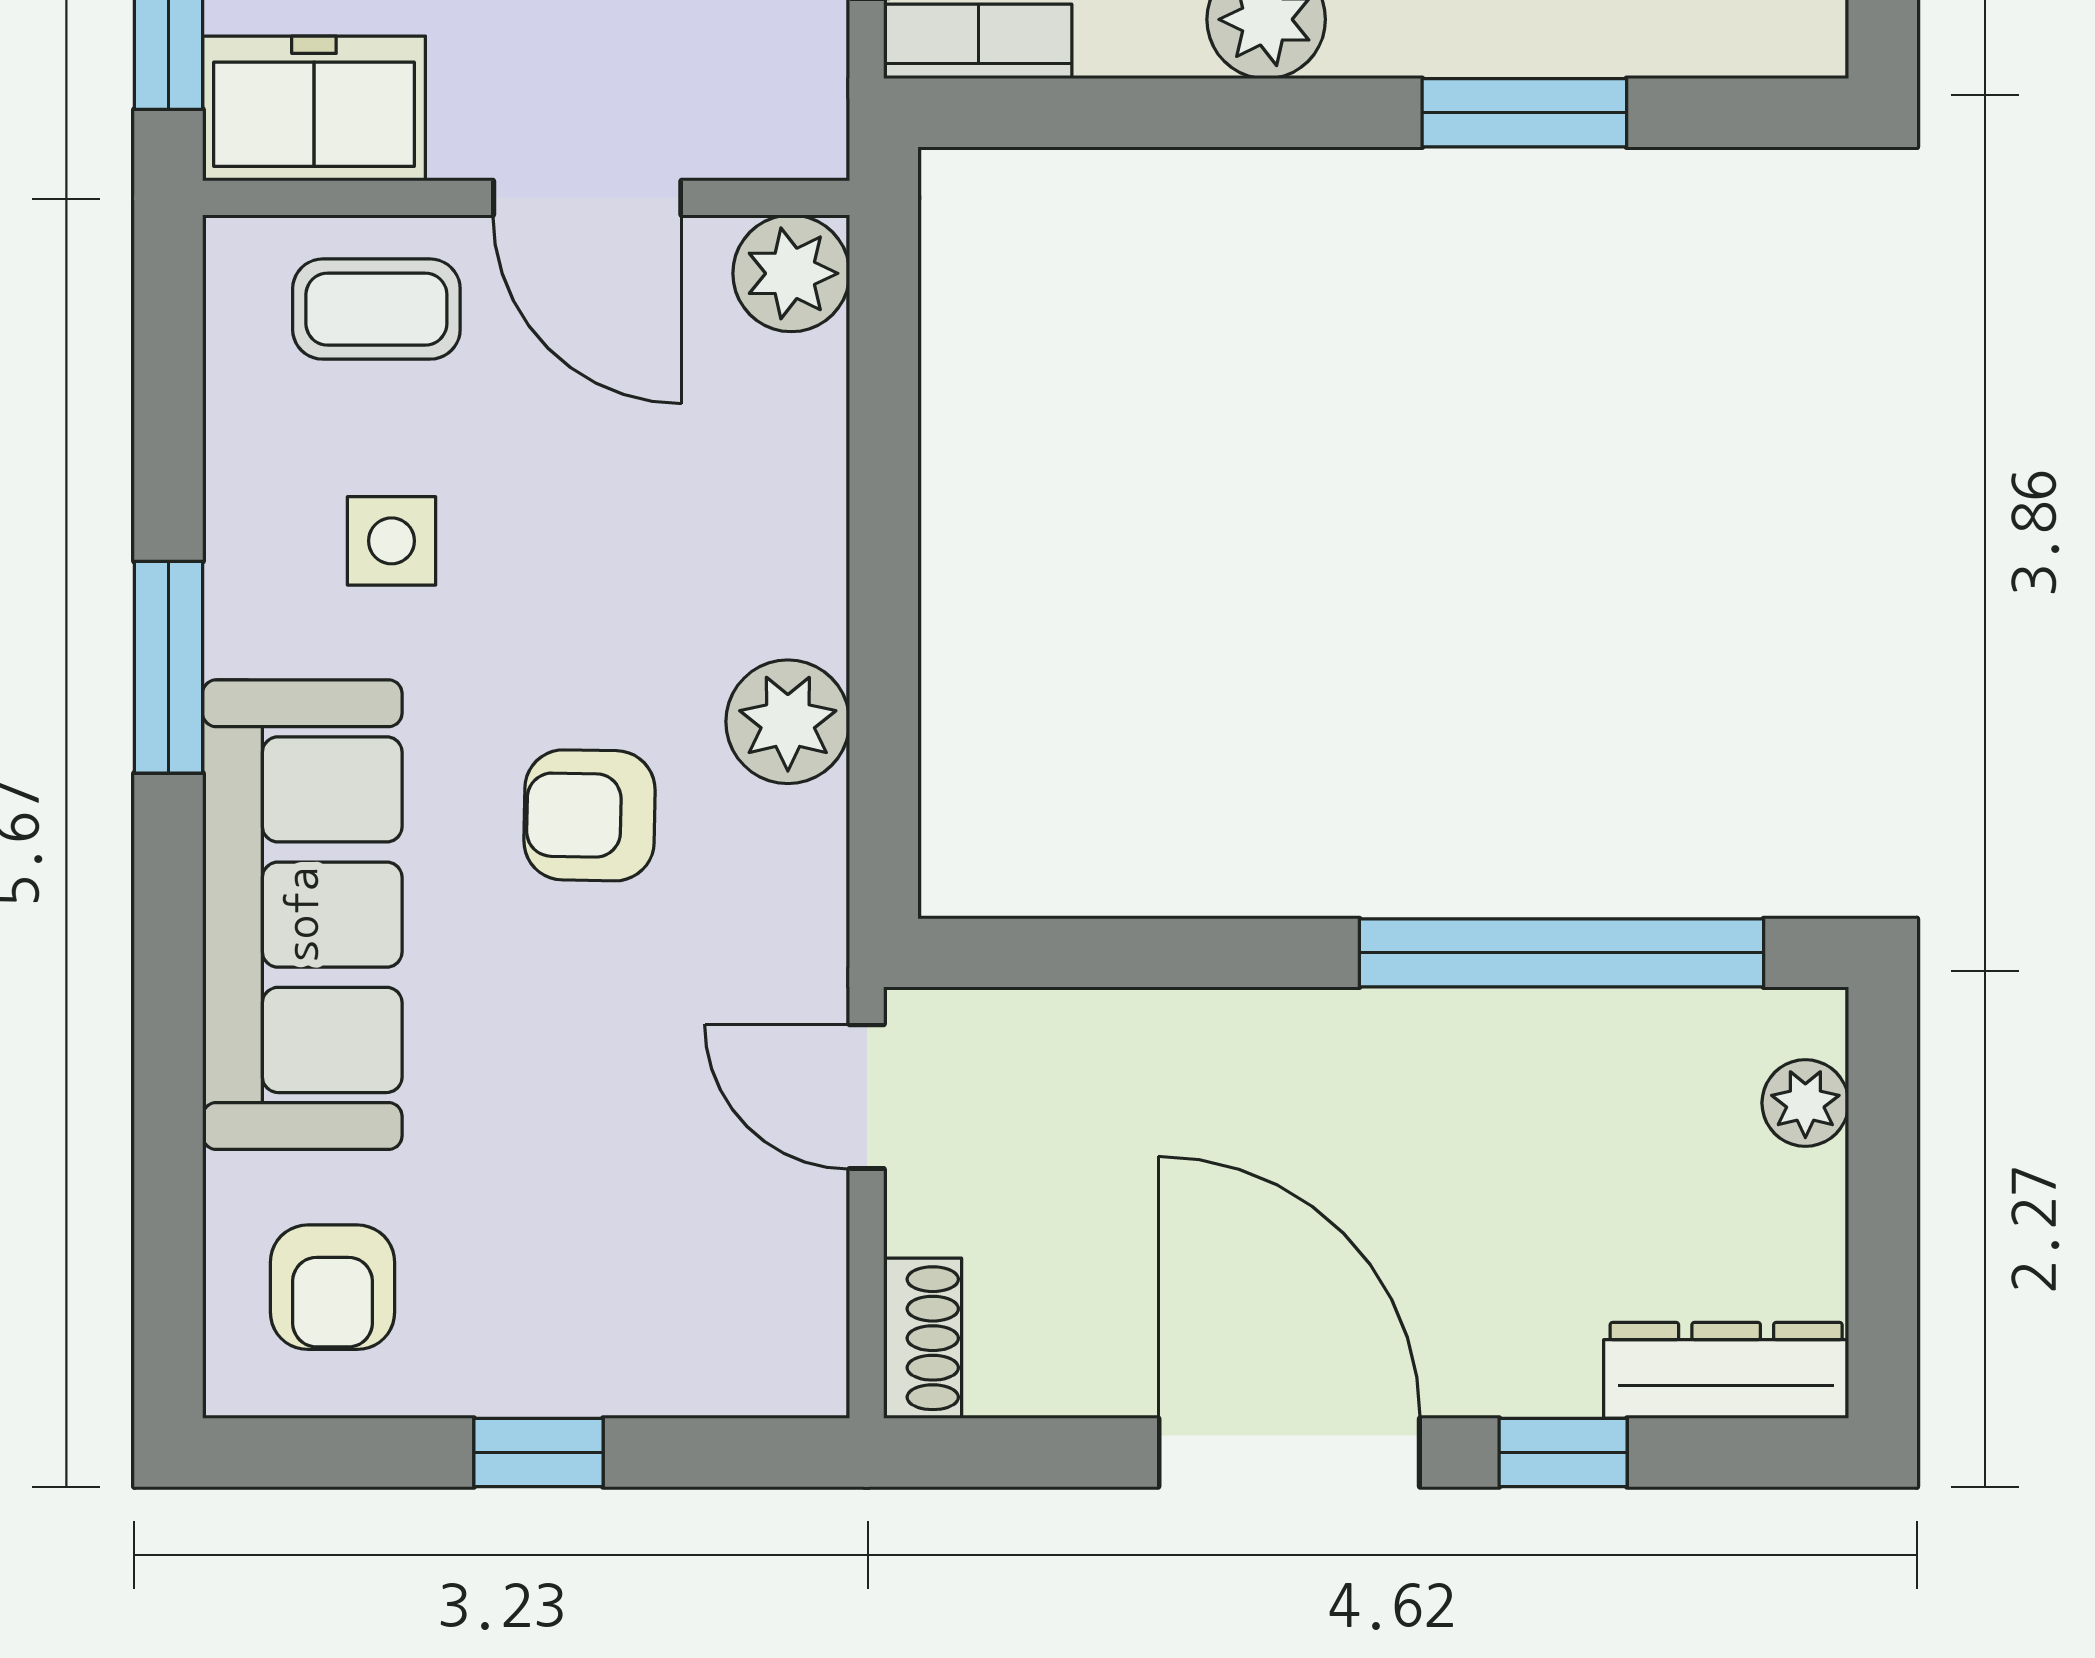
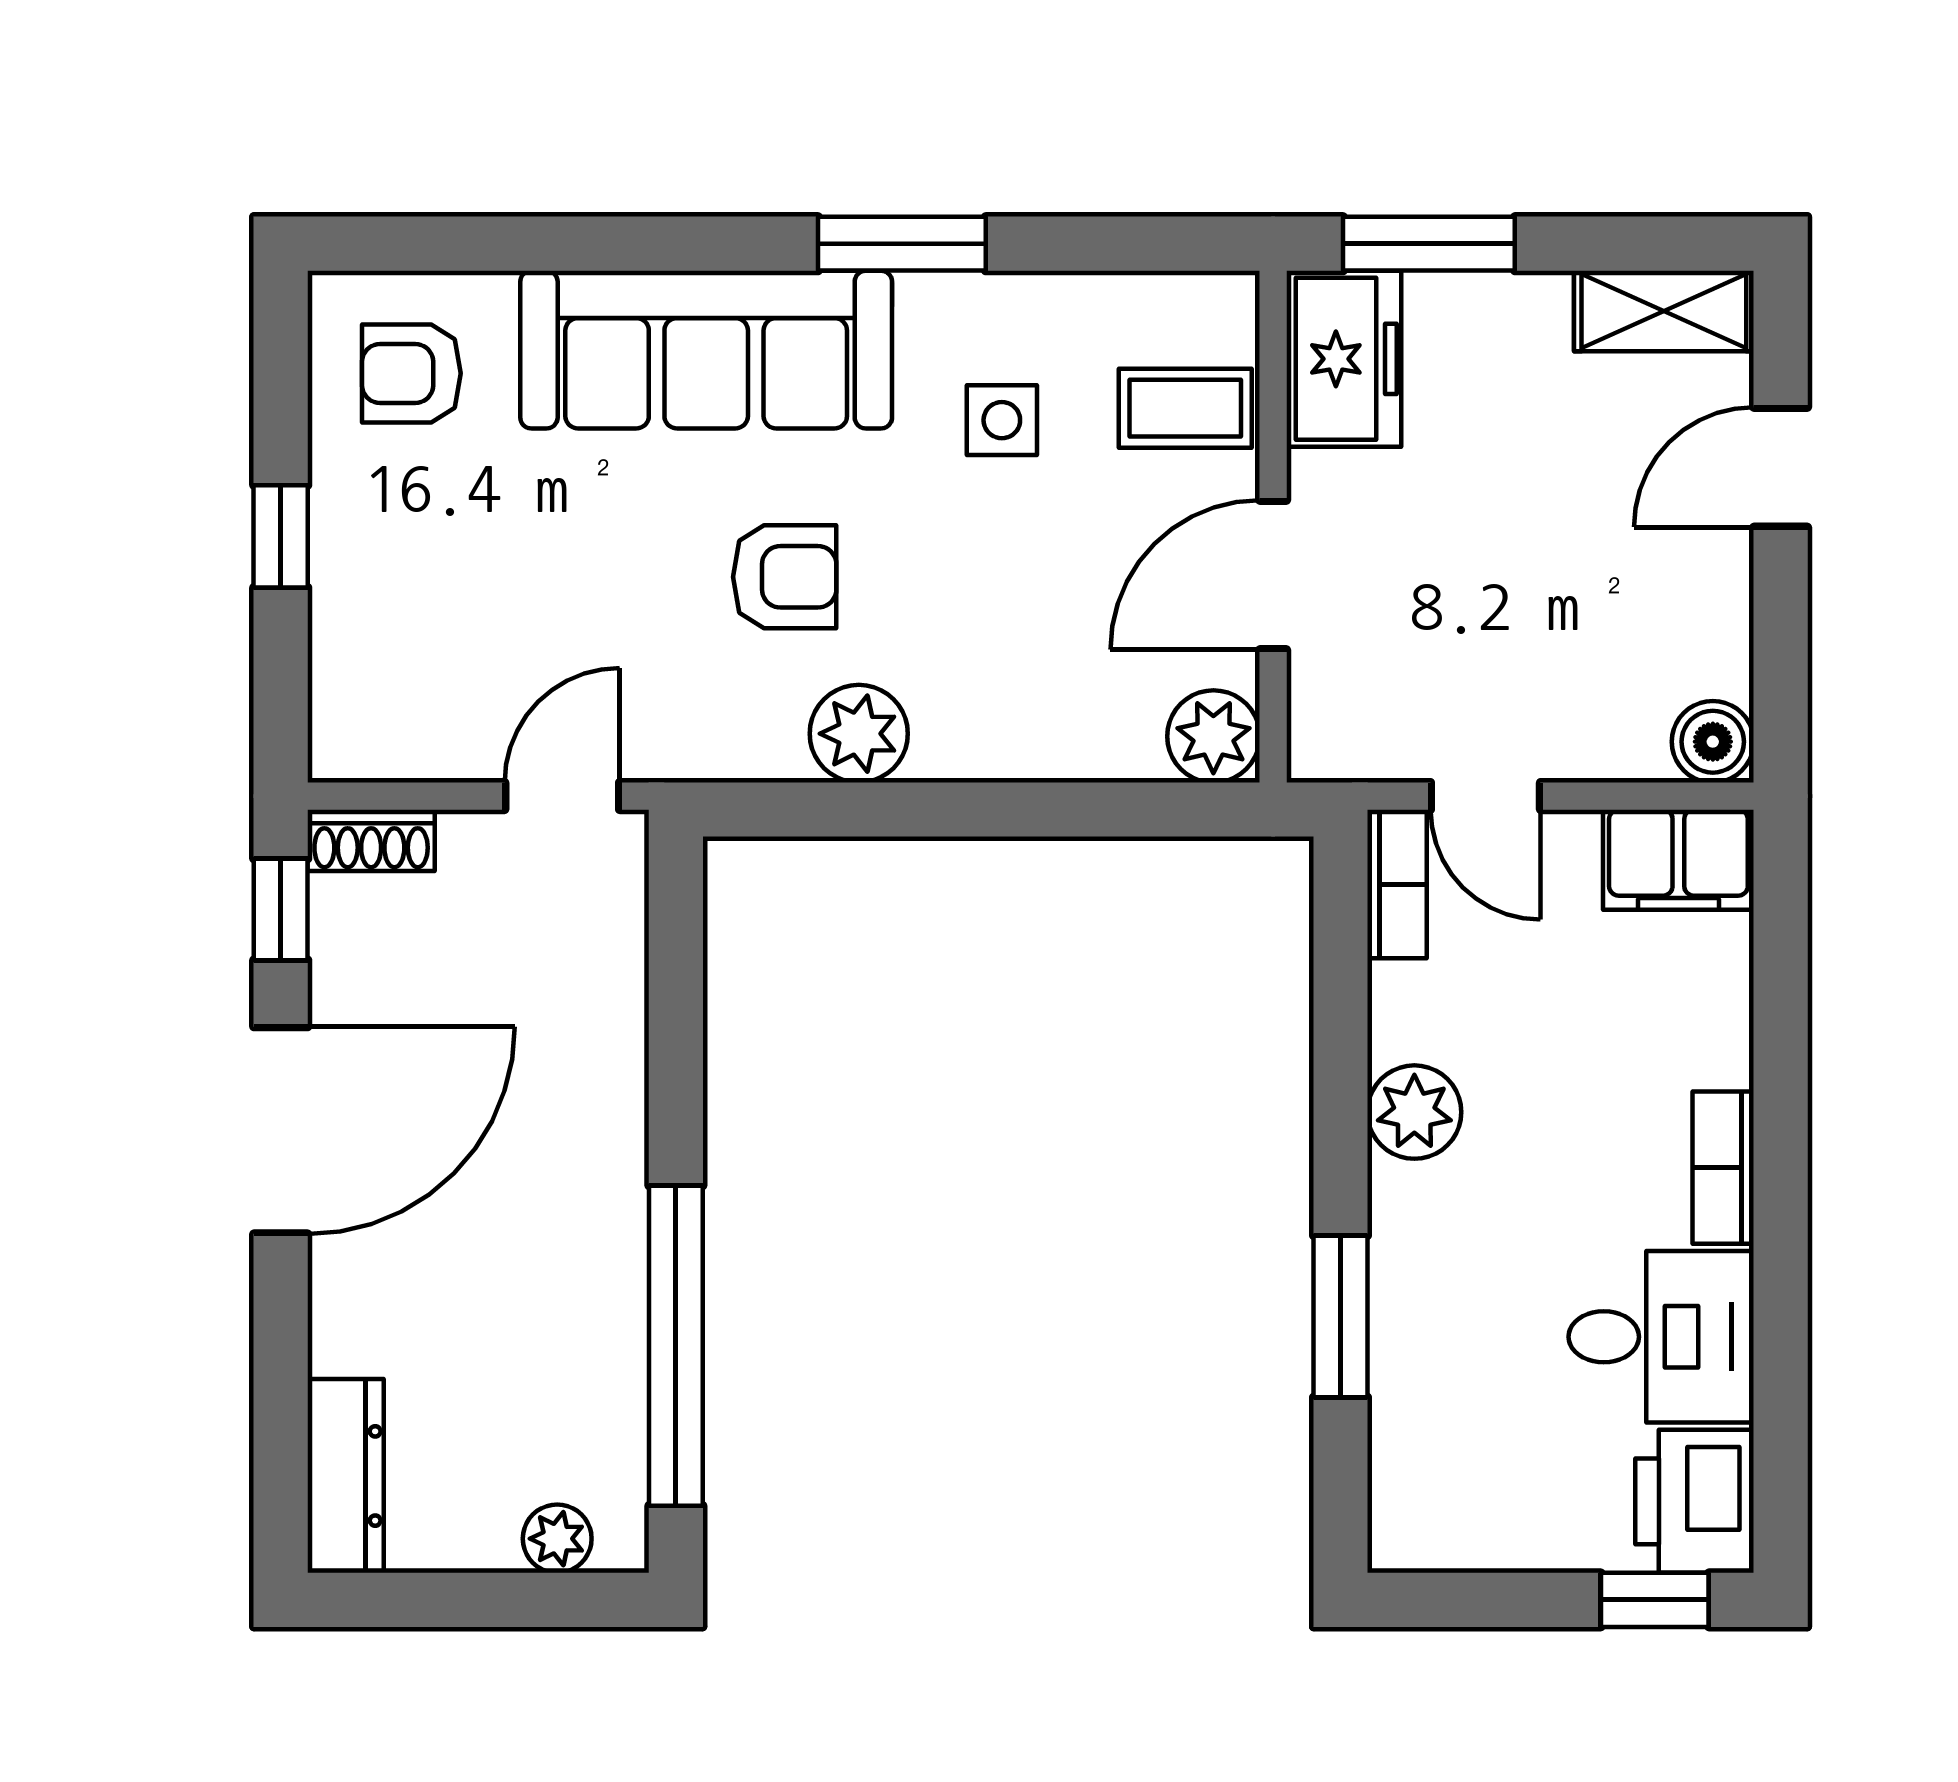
coffee table: (376, 309) -> (1185, 408), turned 90
armchair: (589, 815) -> (785, 577), turned 89
window: (1563, 1452) -> (281, 909), moved

